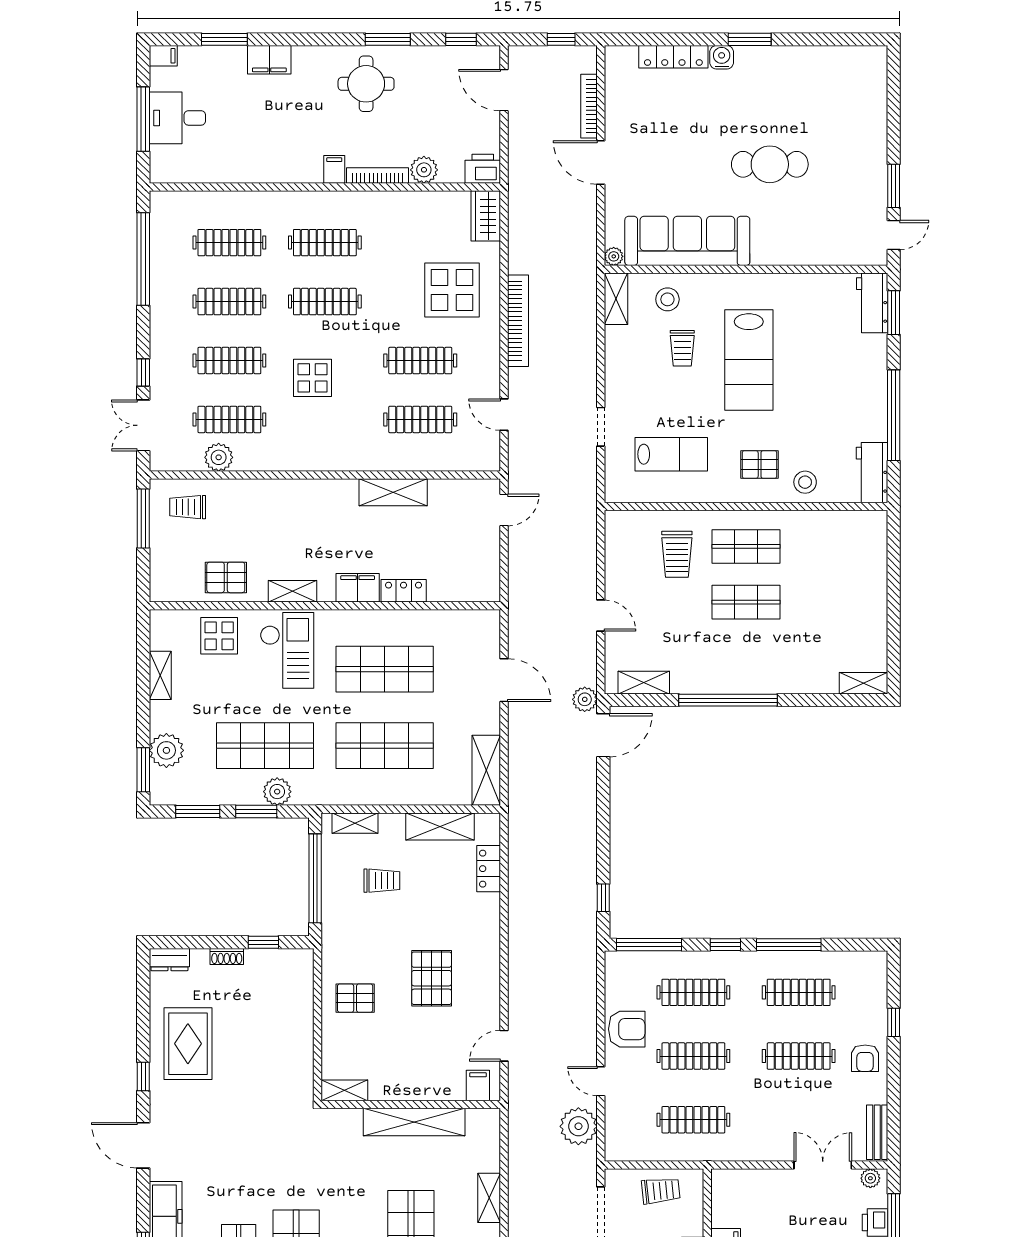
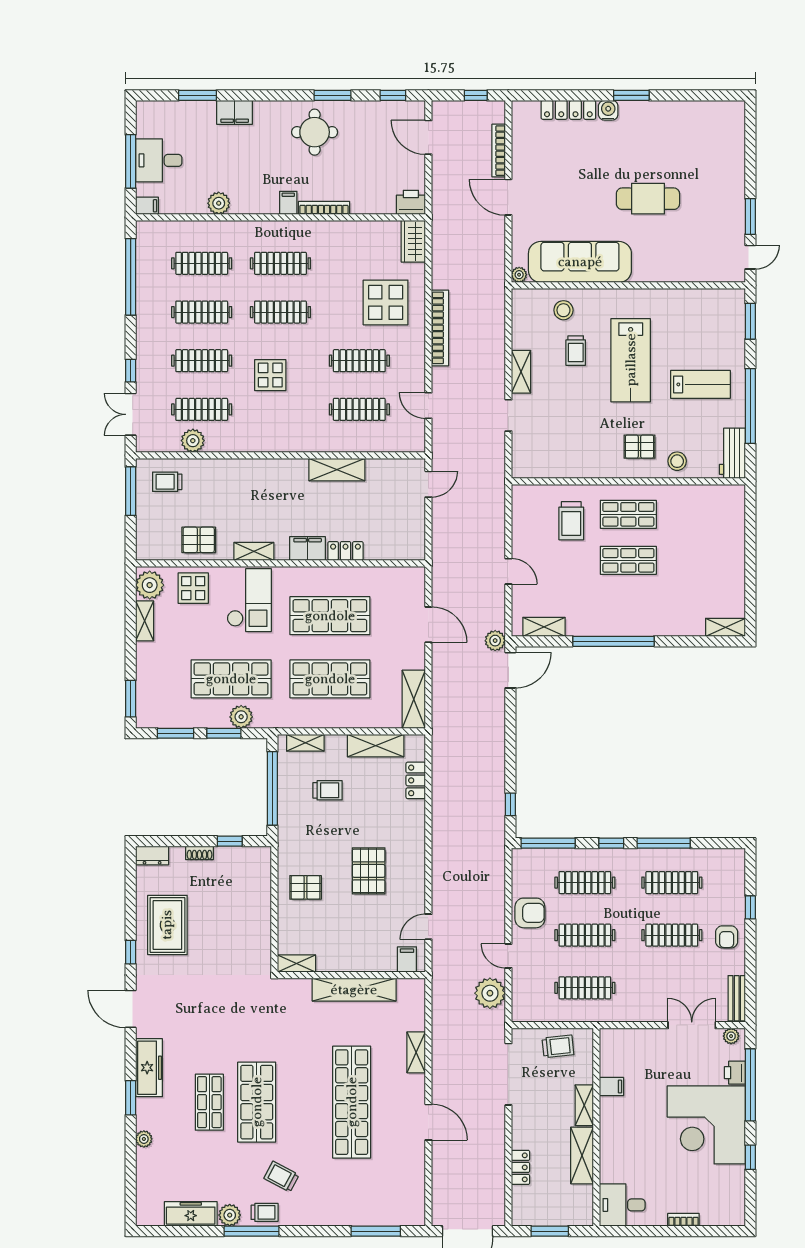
filing cabinet: (163, 56) -> (147, 206), moved
plant: (424, 170) -> (219, 203), moved
shelving: (616, 299) -> (521, 372), moved
workbench: (872, 303) -> (733, 313), removed
lab bench: (671, 454) -> (700, 384), moved
plant: (166, 750) -> (150, 585), moved

